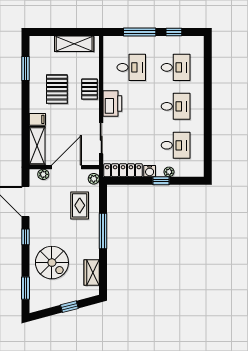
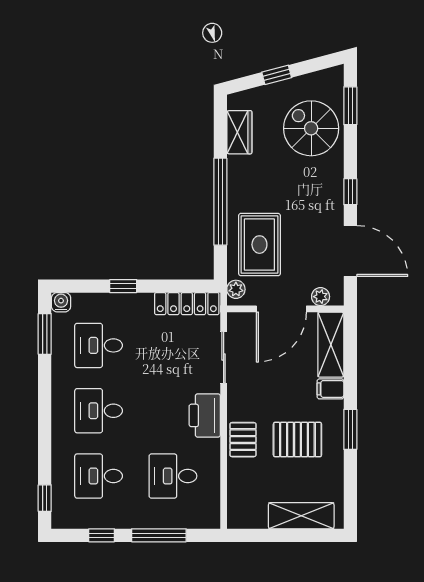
shelving: (74, 44) -> (301, 516), moved
window: (208, 54) -> (45, 498), added
window: (25, 68) -> (350, 429), moved
pallet: (57, 89) -> (297, 440), turned 90
window: (208, 152) -> (45, 334), added
water cooler: (150, 171) -> (61, 302), moved
plant: (169, 172) -> (110, 301), removed
rug: (80, 205) -> (259, 245), width x1.36, depth x1.43
window: (103, 231) -> (220, 202), width x1.46
spiral stairs: (52, 263) -> (311, 128), moved

